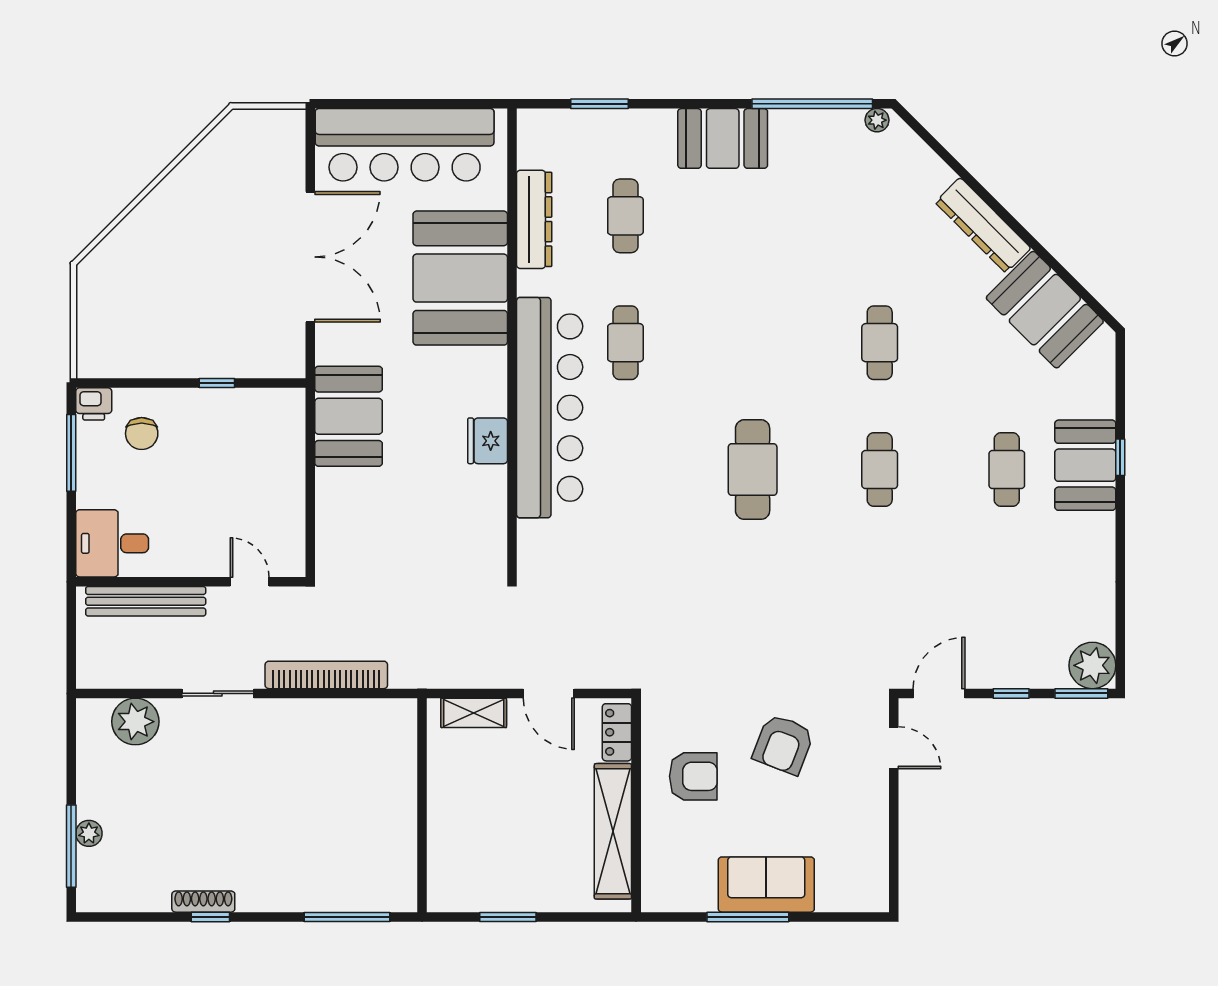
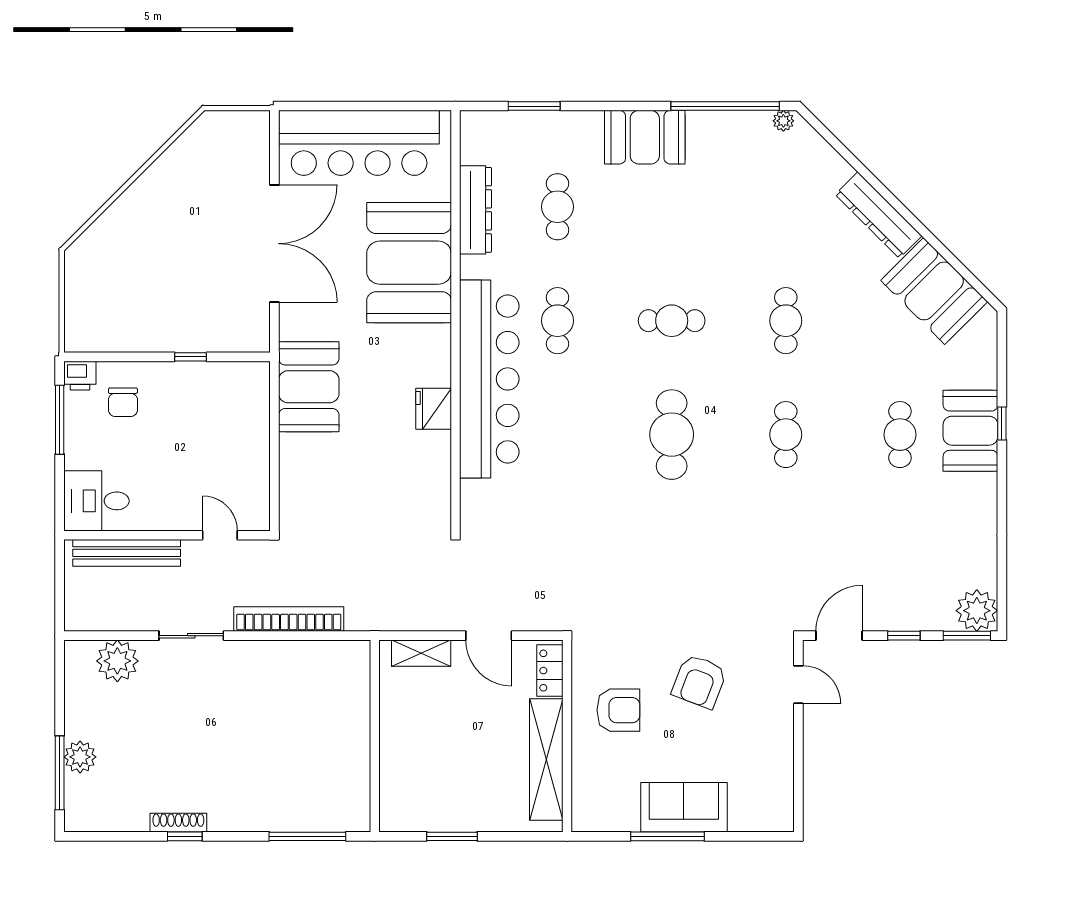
cafe table: (753, 343) -> (672, 321), added
plant: (89, 833) -> (80, 757), width x1.38, depth x1.38

